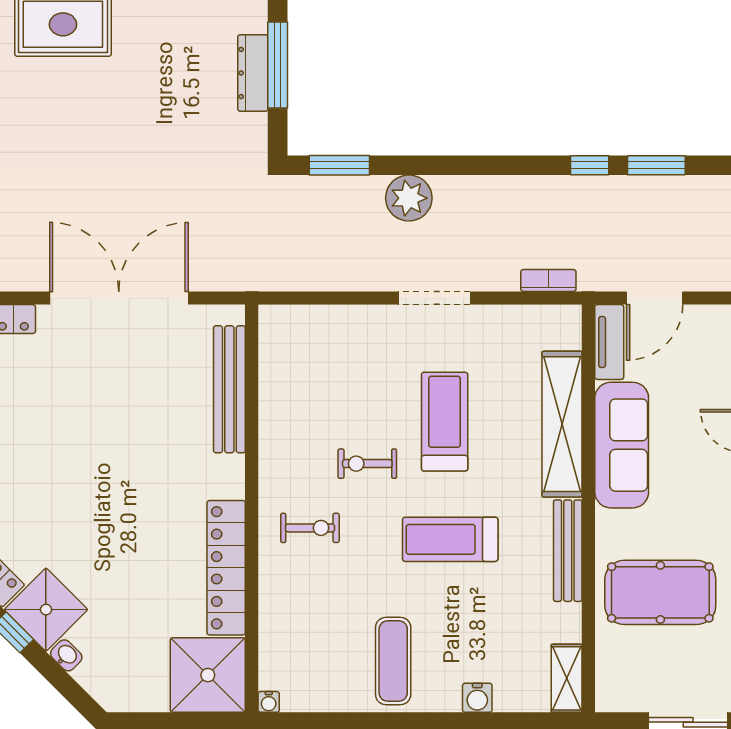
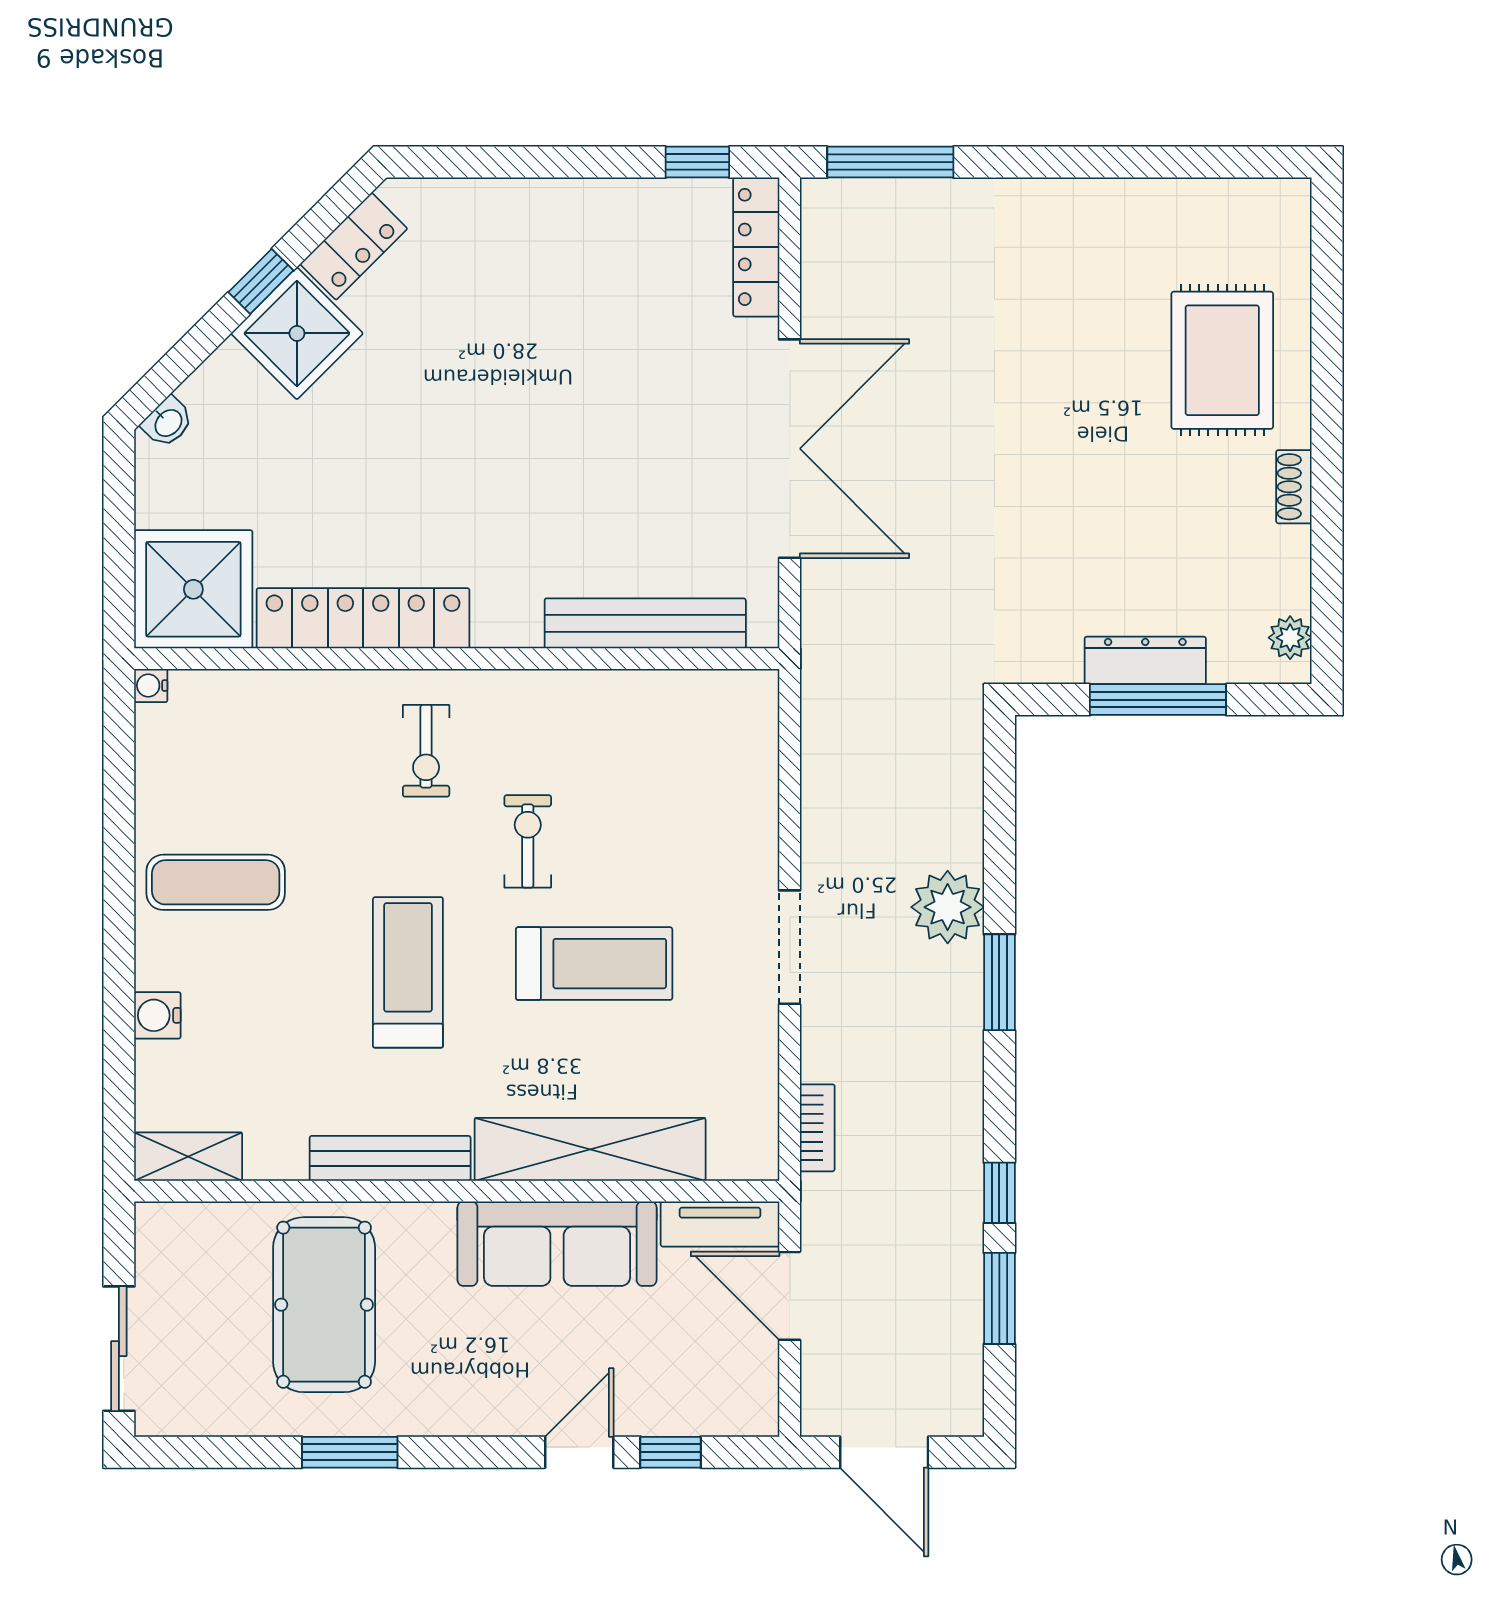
window: (339, 165) -> (999, 982), moved
washbasin: (66, 655) -> (168, 422), moved

